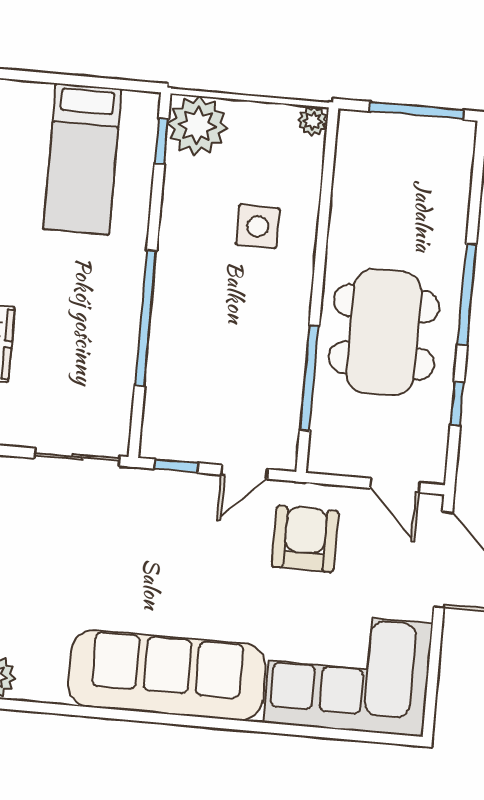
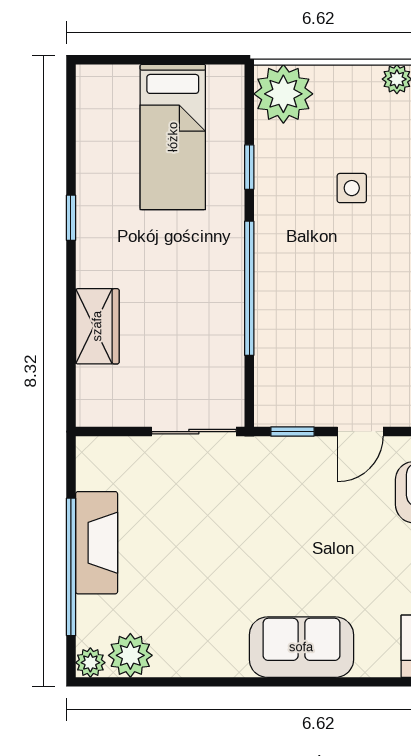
window: (162, 141) -> (249, 167), moved
side table: (258, 226) -> (352, 188), width x0.73, depth x0.73
sofa: (167, 675) -> (301, 647), width x0.54, depth x0.79

